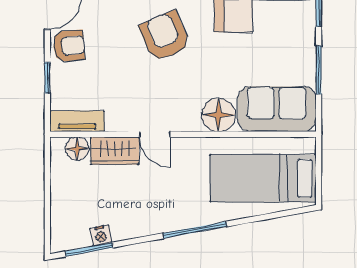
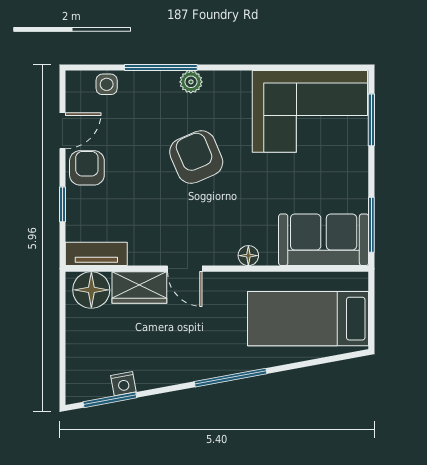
armchair: (69, 46) -> (87, 168), turned -85
window: (319, 70) -> (371, 225), moved
floor lamp: (218, 115) -> (248, 256), width x0.53, depth x0.53
floor lamp: (77, 149) -> (91, 290), width x1.38, depth x1.38

